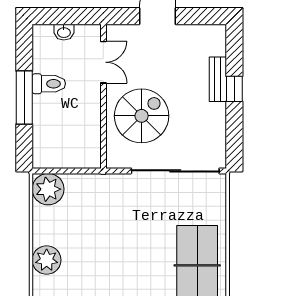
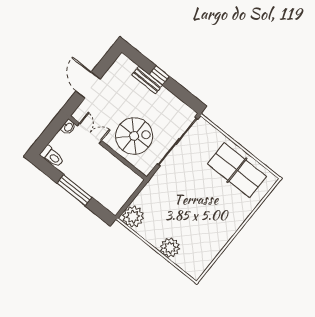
washbasin: (64, 32) -> (68, 127), moved
toilet: (49, 84) -> (52, 156), moved, turned 90
spiral stairs: (142, 116) -> (134, 136), turned 90

